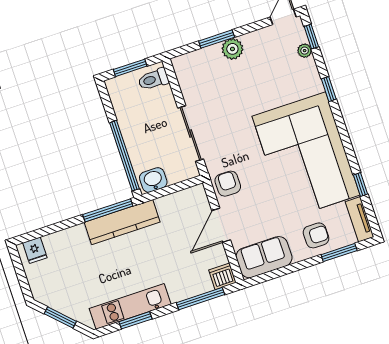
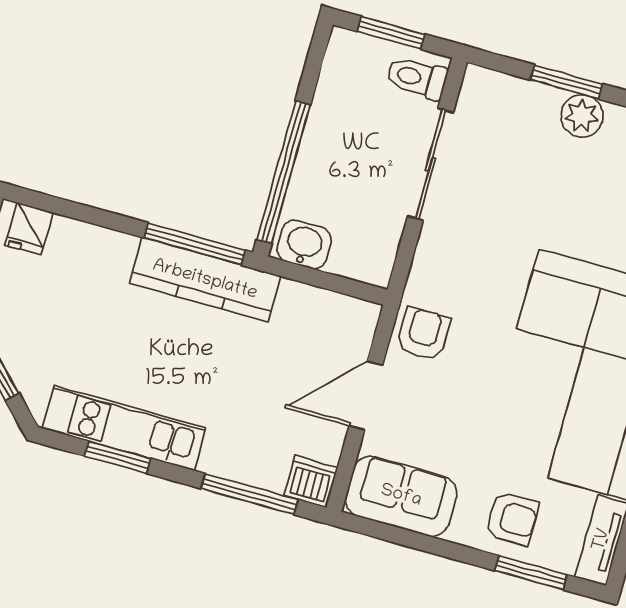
sliding door: (191, 134) -> (430, 164), moved

